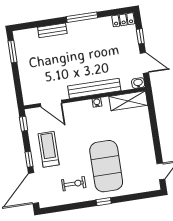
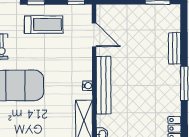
door: (51, 103) -> (94, 35), swing flipped

